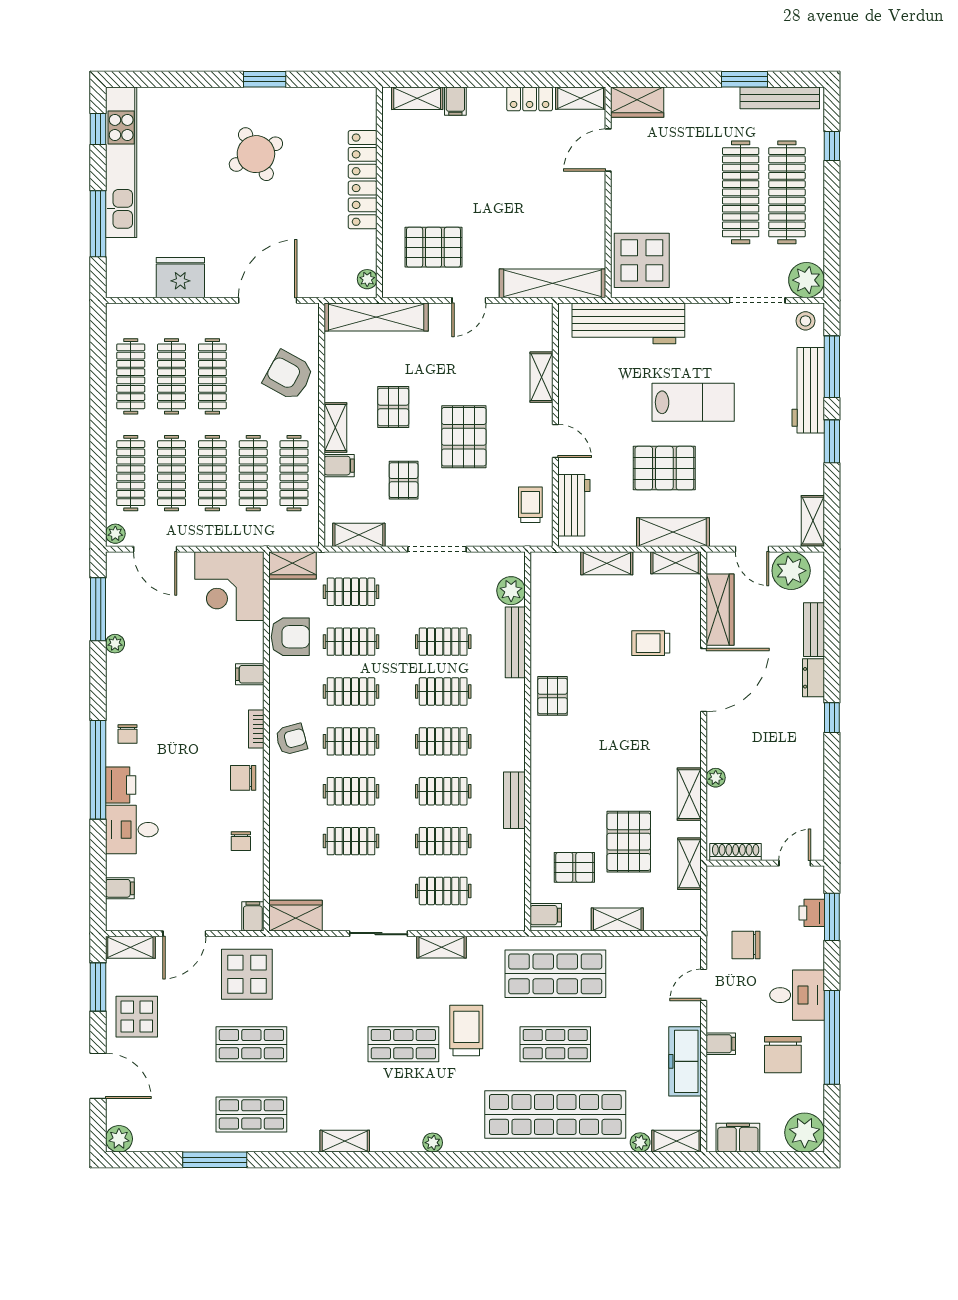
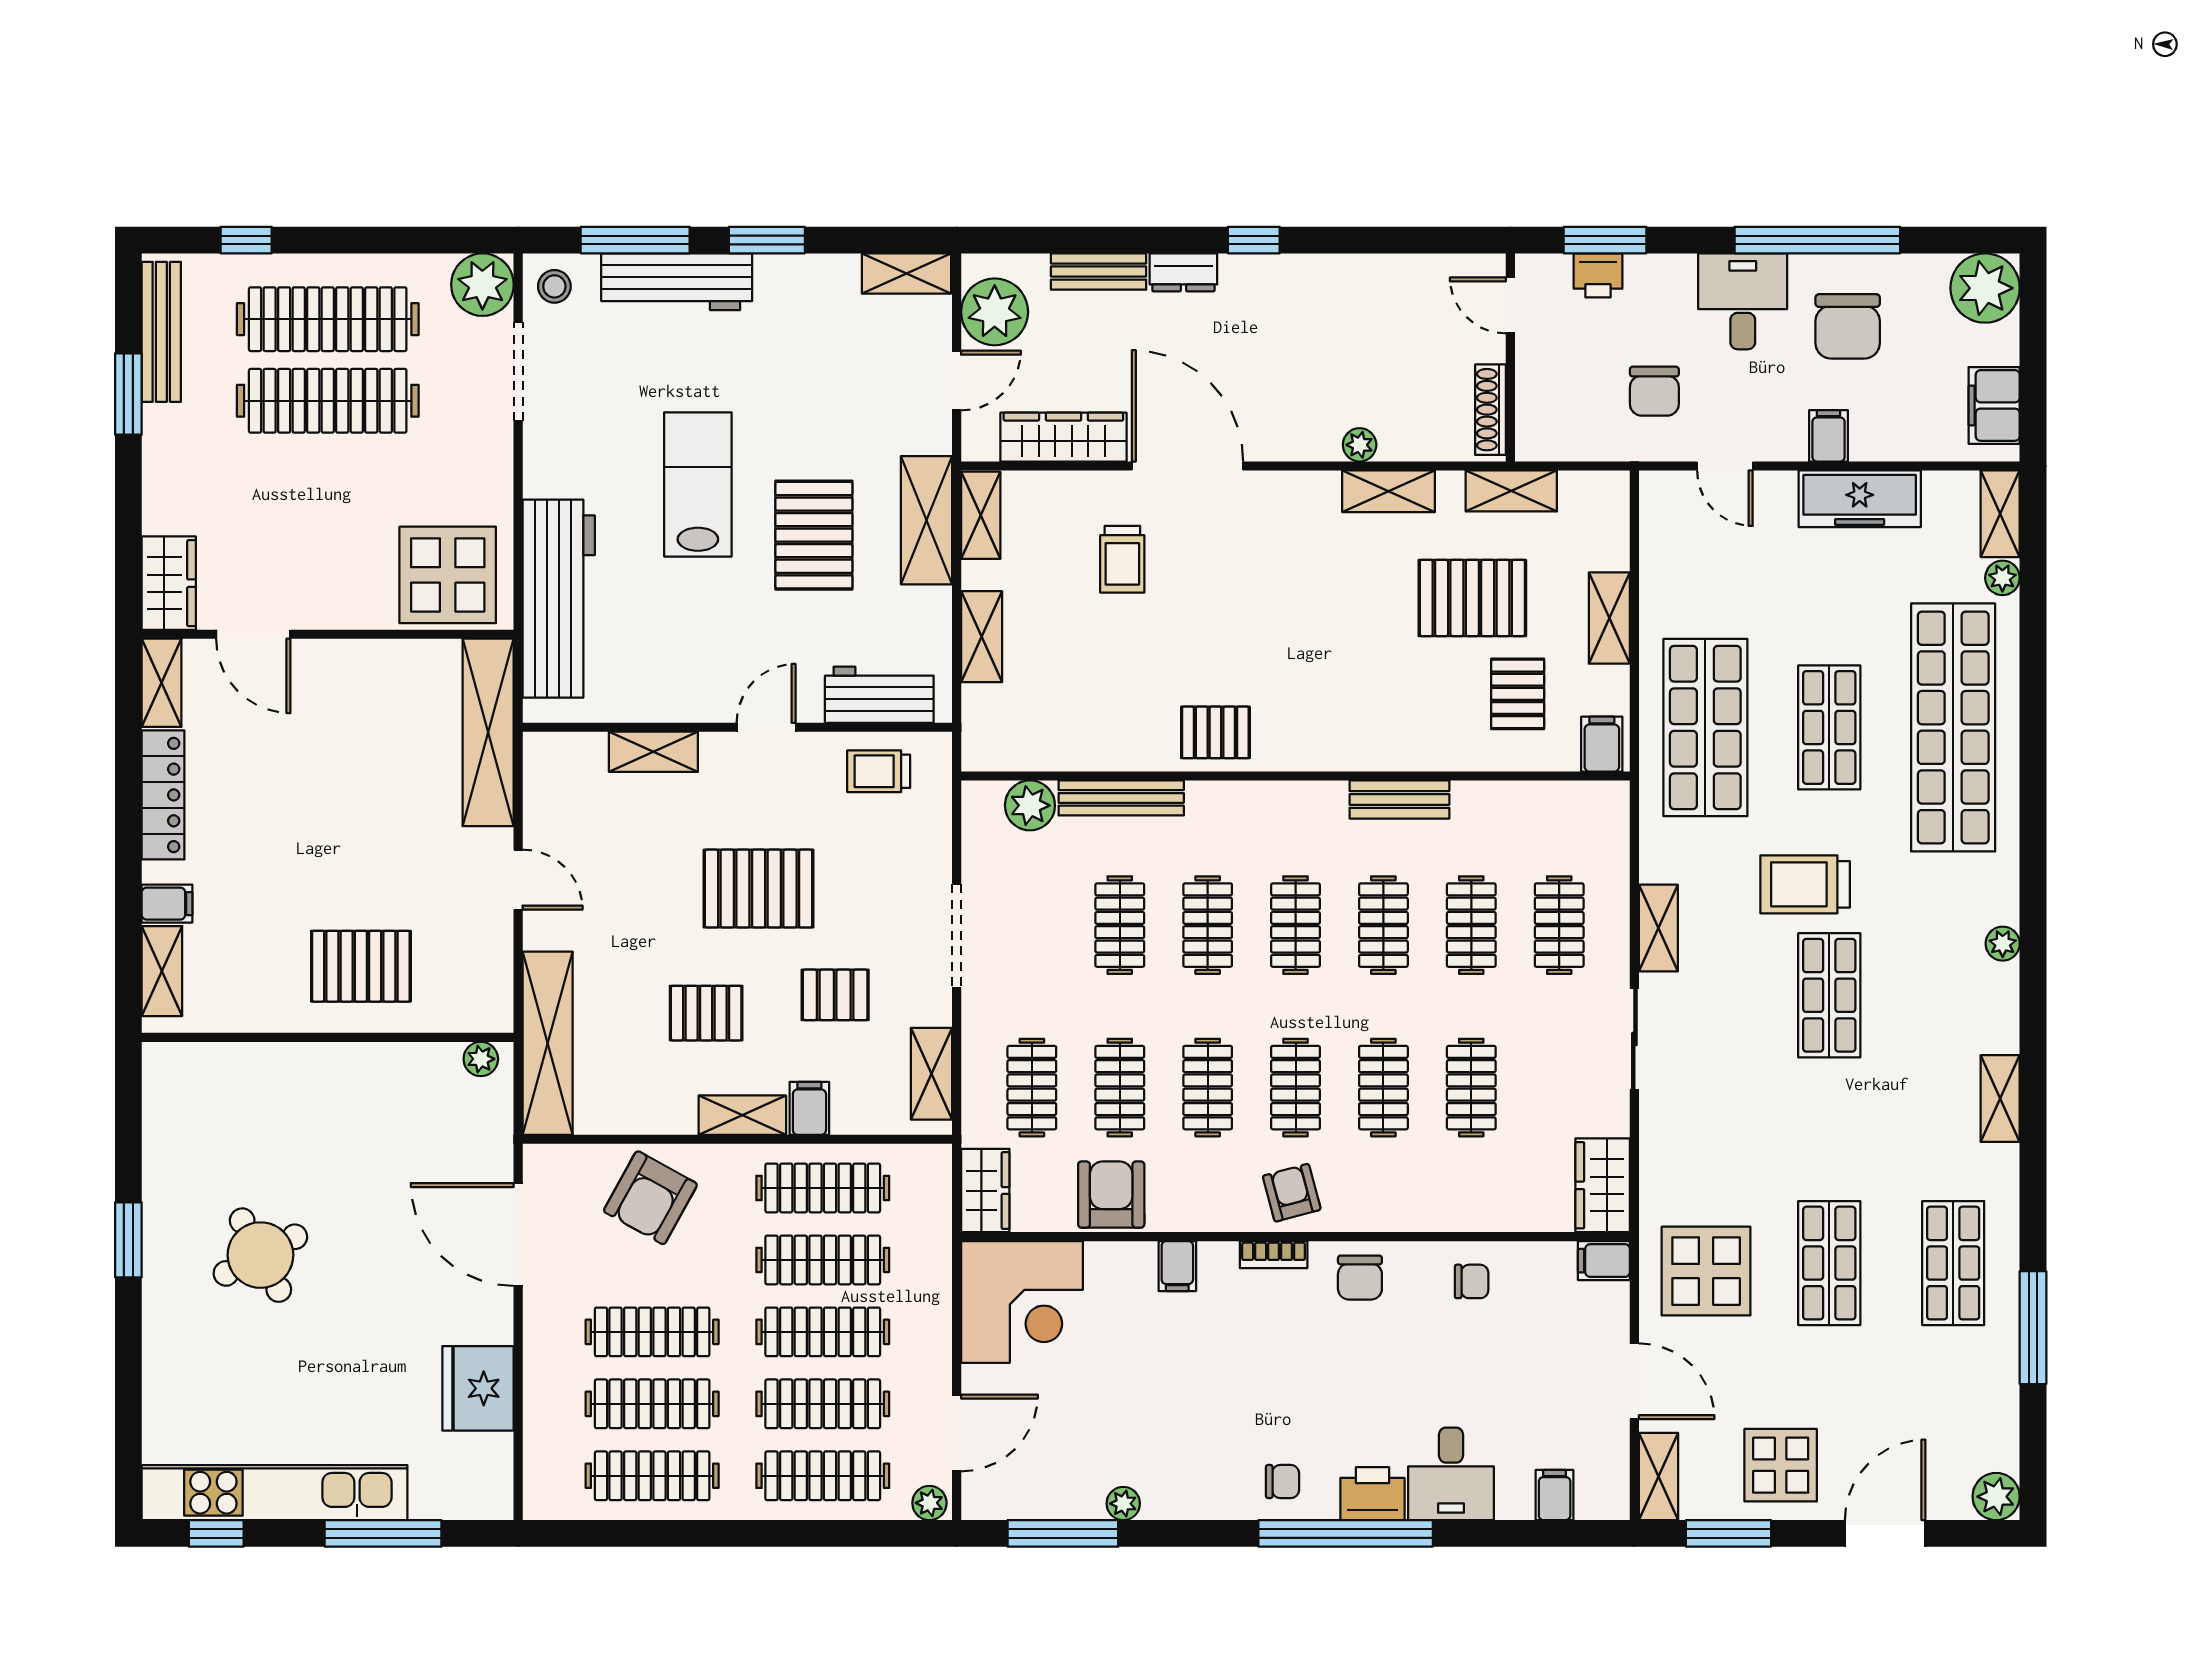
locker: (530, 99) -> (163, 795), width x1.53
locker: (363, 180) -> (305, 1067), removed
pallet: (433, 247) -> (361, 966), moved, turned 90
chair: (783, 1055) -> (1848, 326), turned 90

